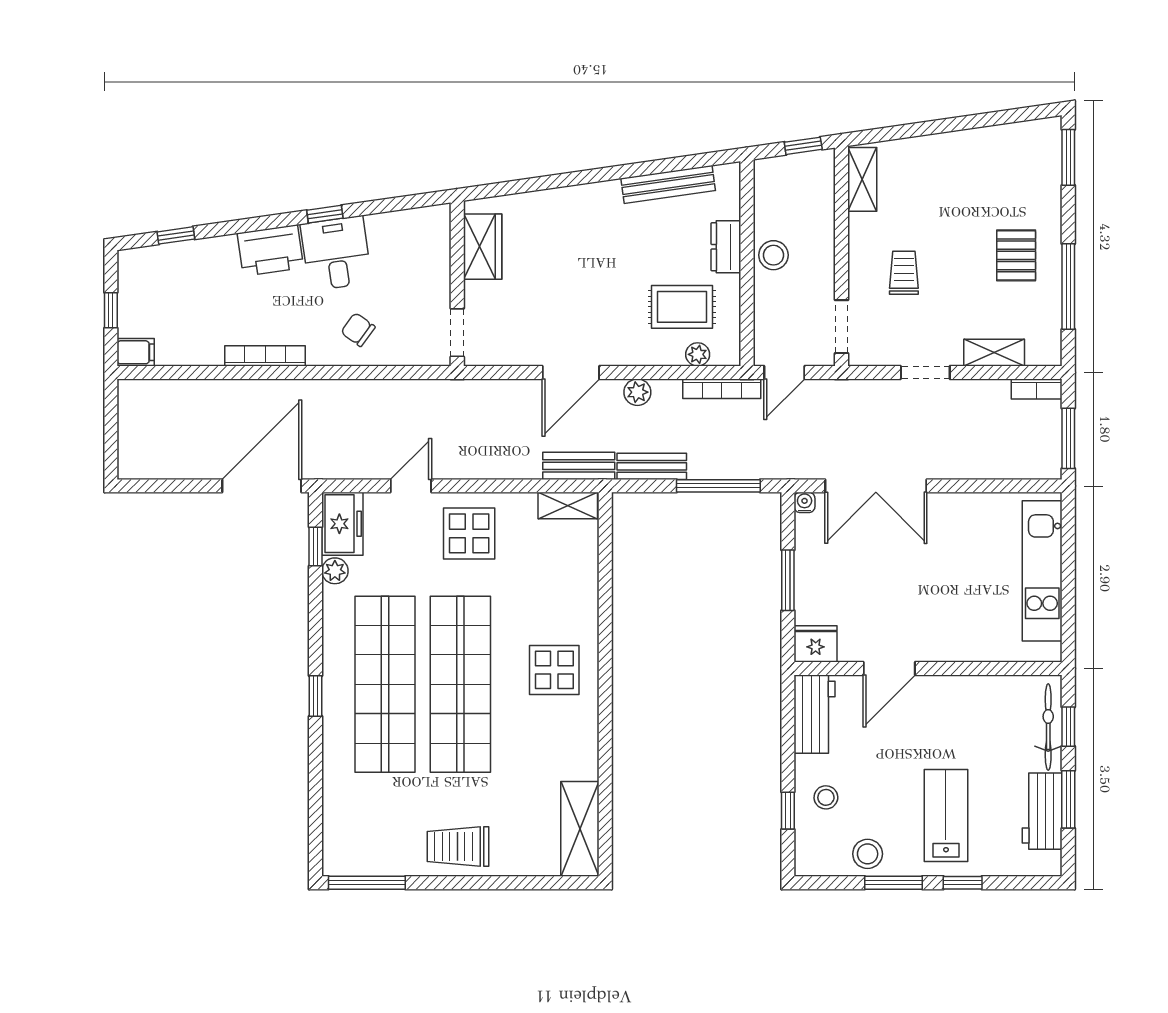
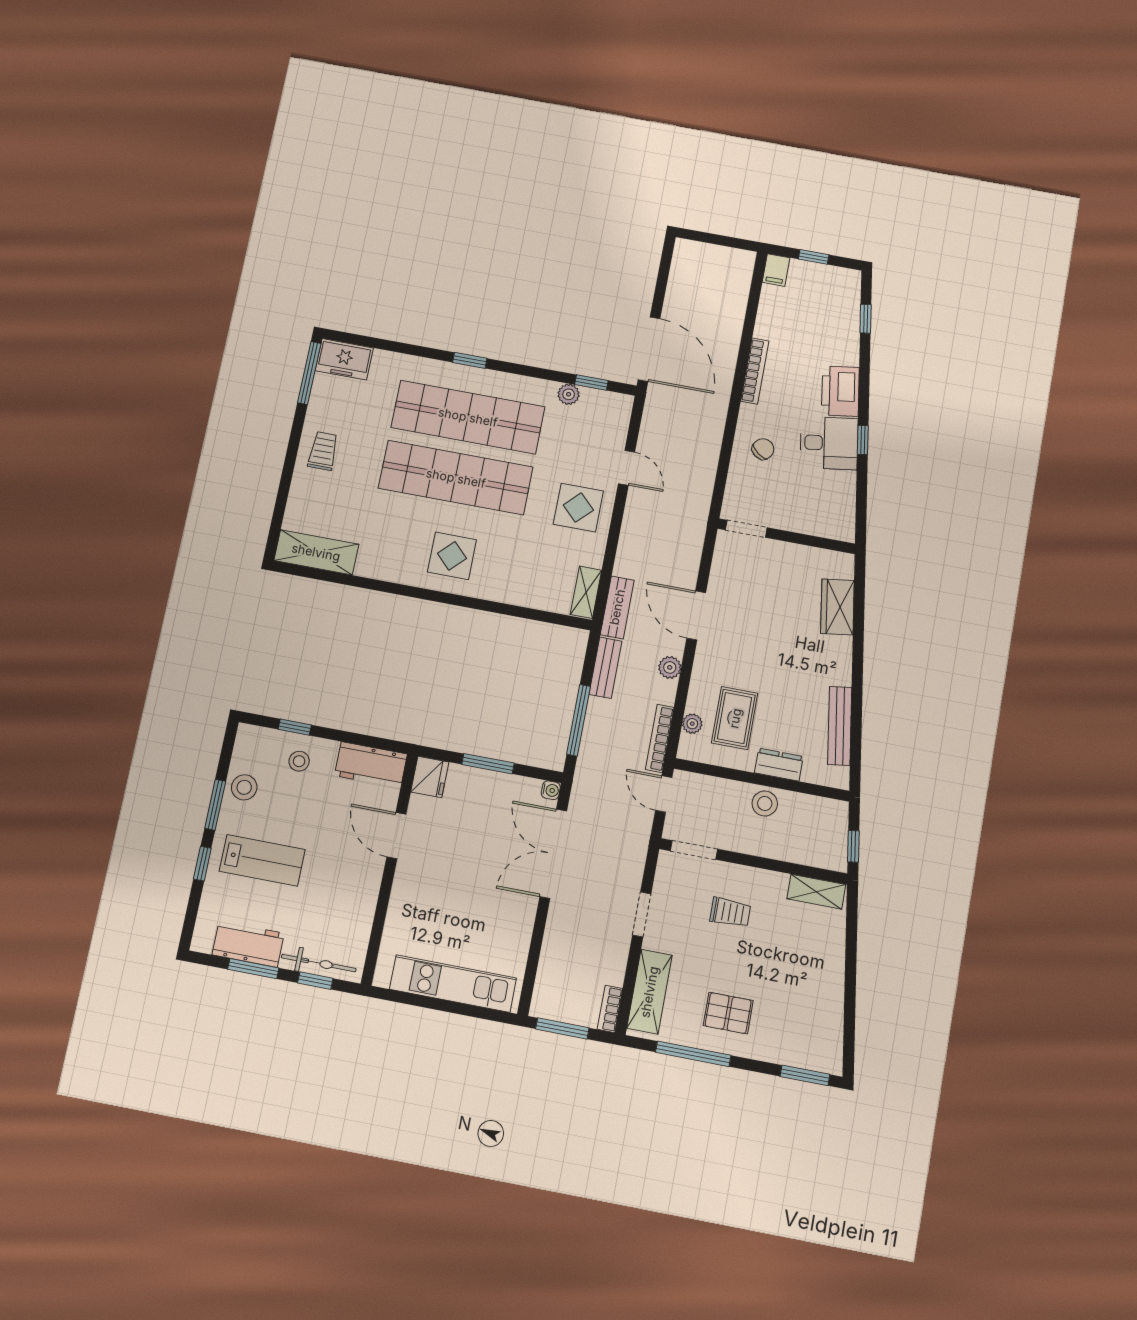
wardrobe: (483, 247) -> (837, 607), moved, turned 82
shelving: (994, 353) -> (649, 992), width x1.50, depth x1.33
freezer: (342, 524) -> (344, 359), moved
trolley: (458, 846) -> (323, 451), width x0.73, depth x0.72

